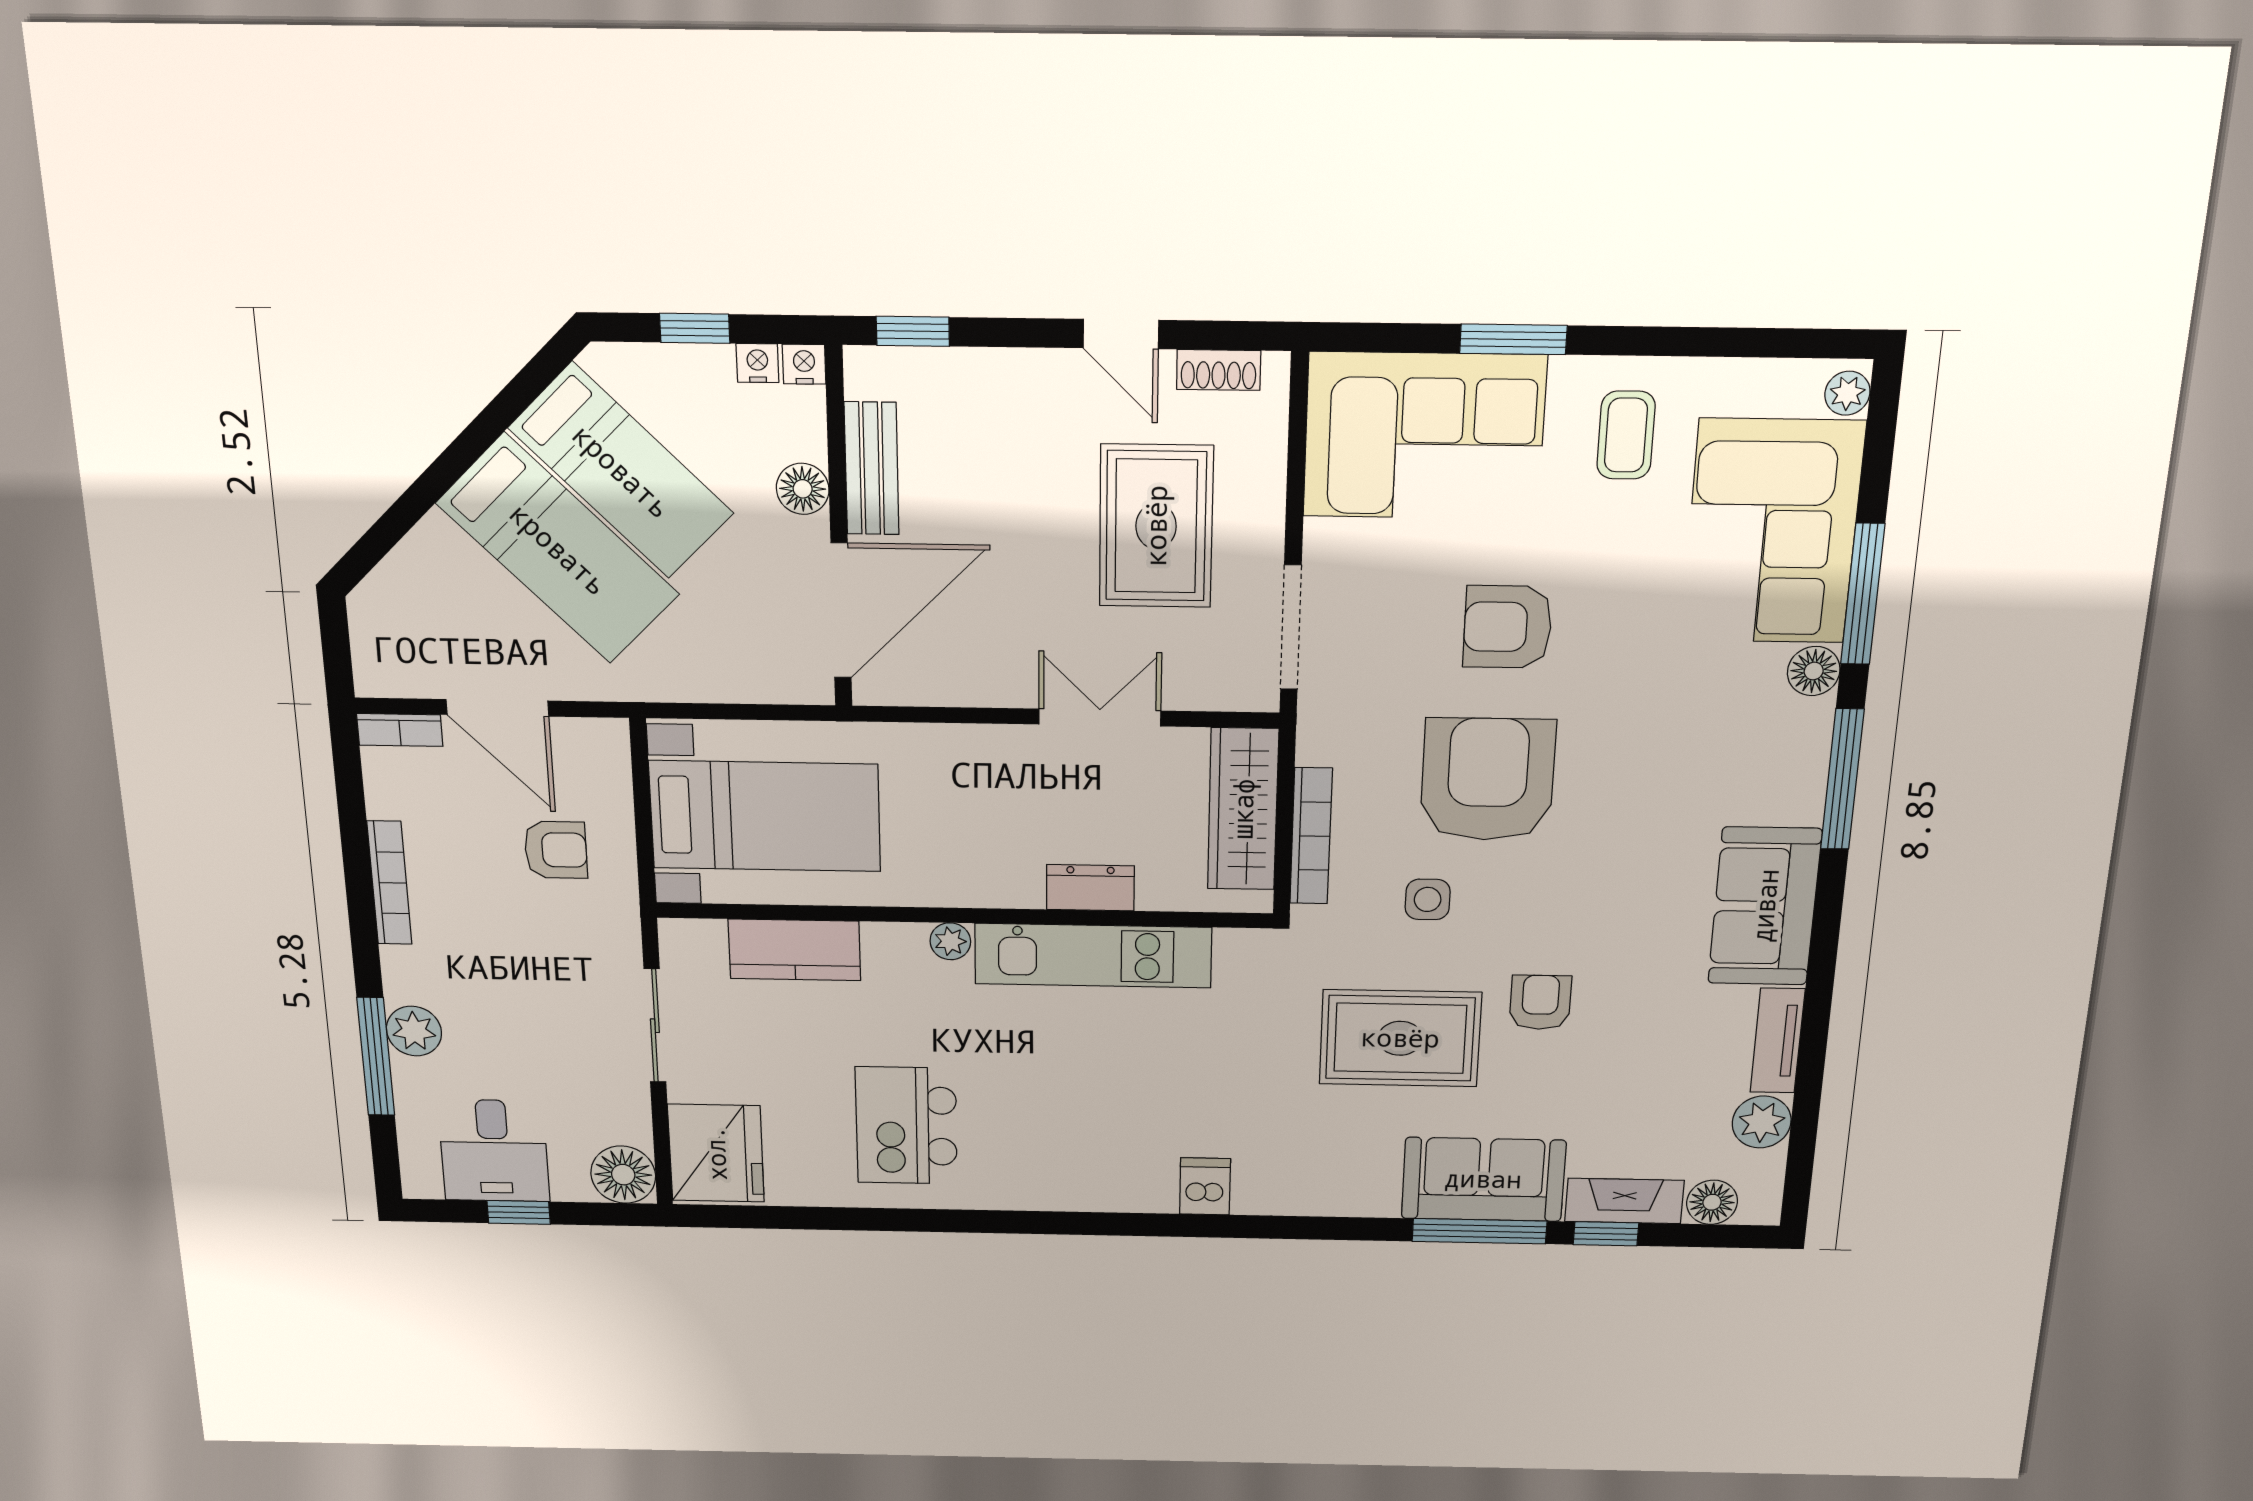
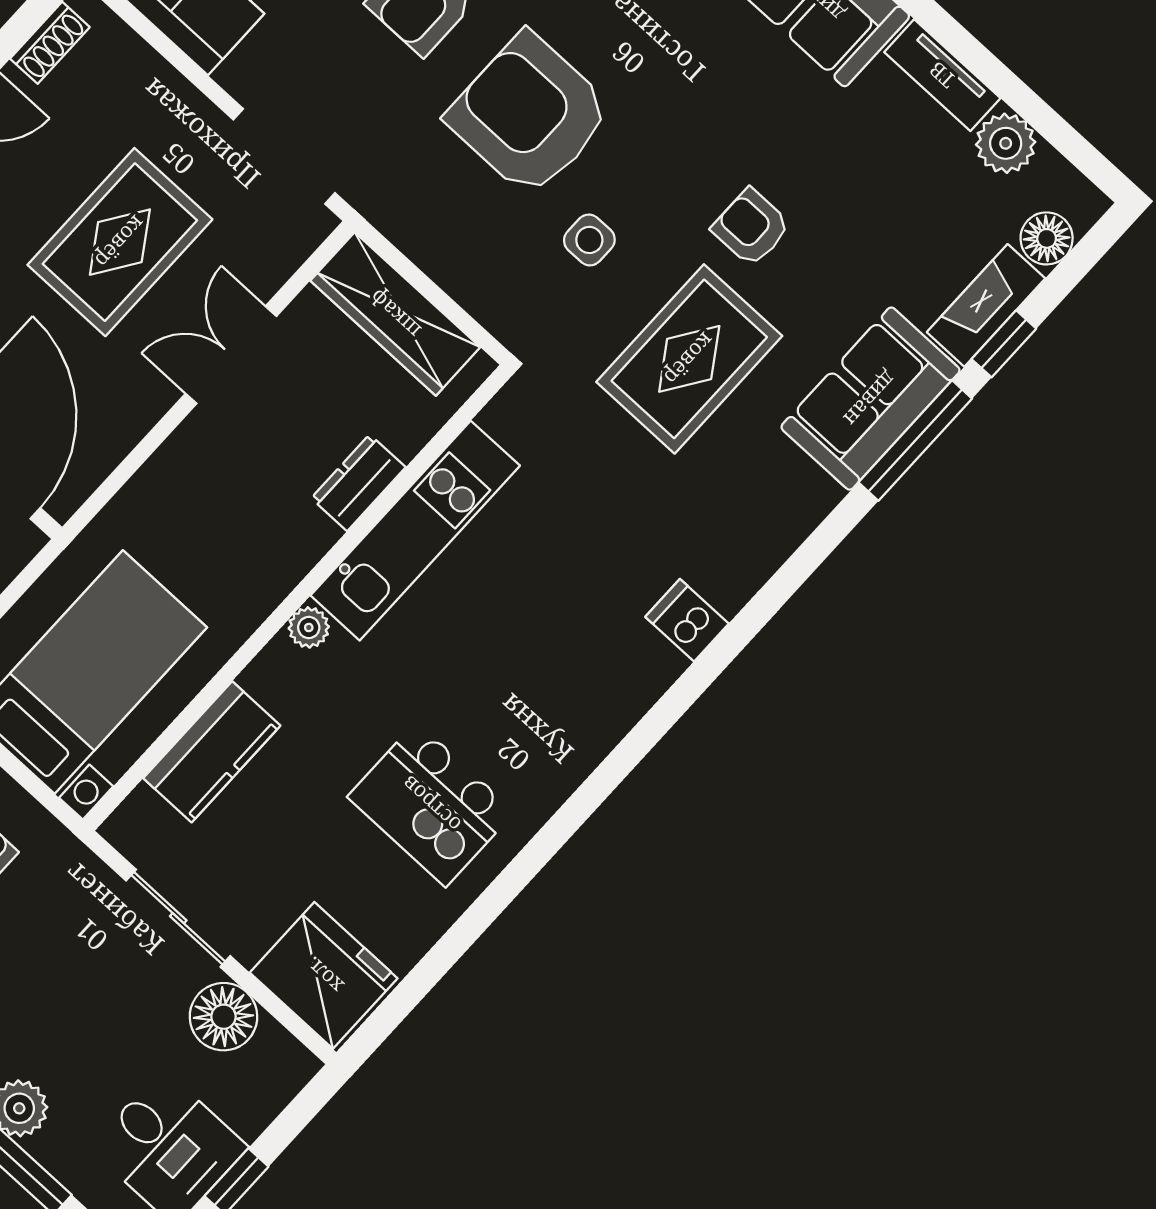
rug: (1156, 526) -> (120, 242), moved, turned 90
bookcase: (1311, 836) -> (461, 282), removed
floor lamp: (623, 1175) -> (224, 1017), moved

